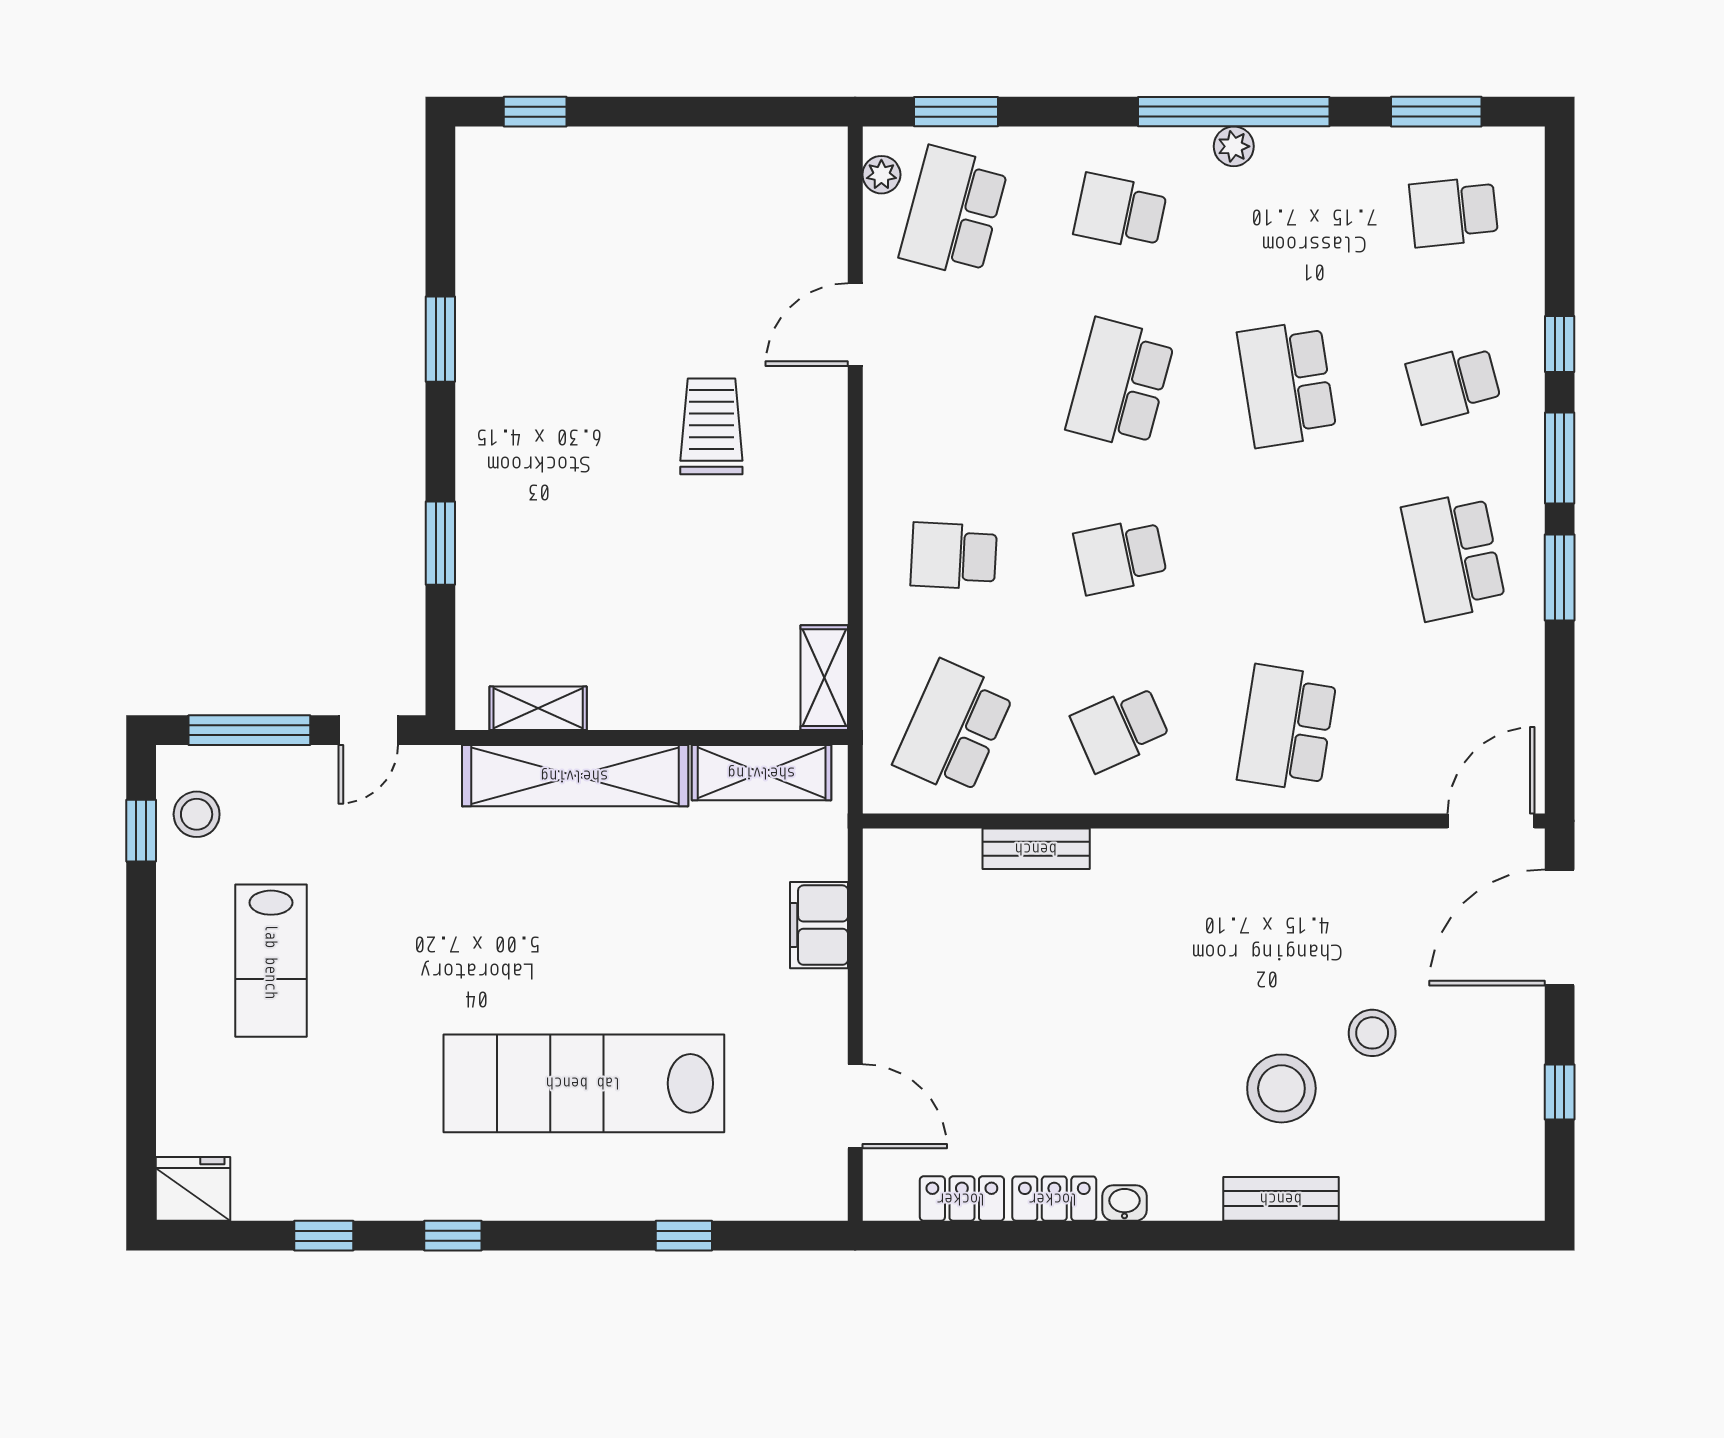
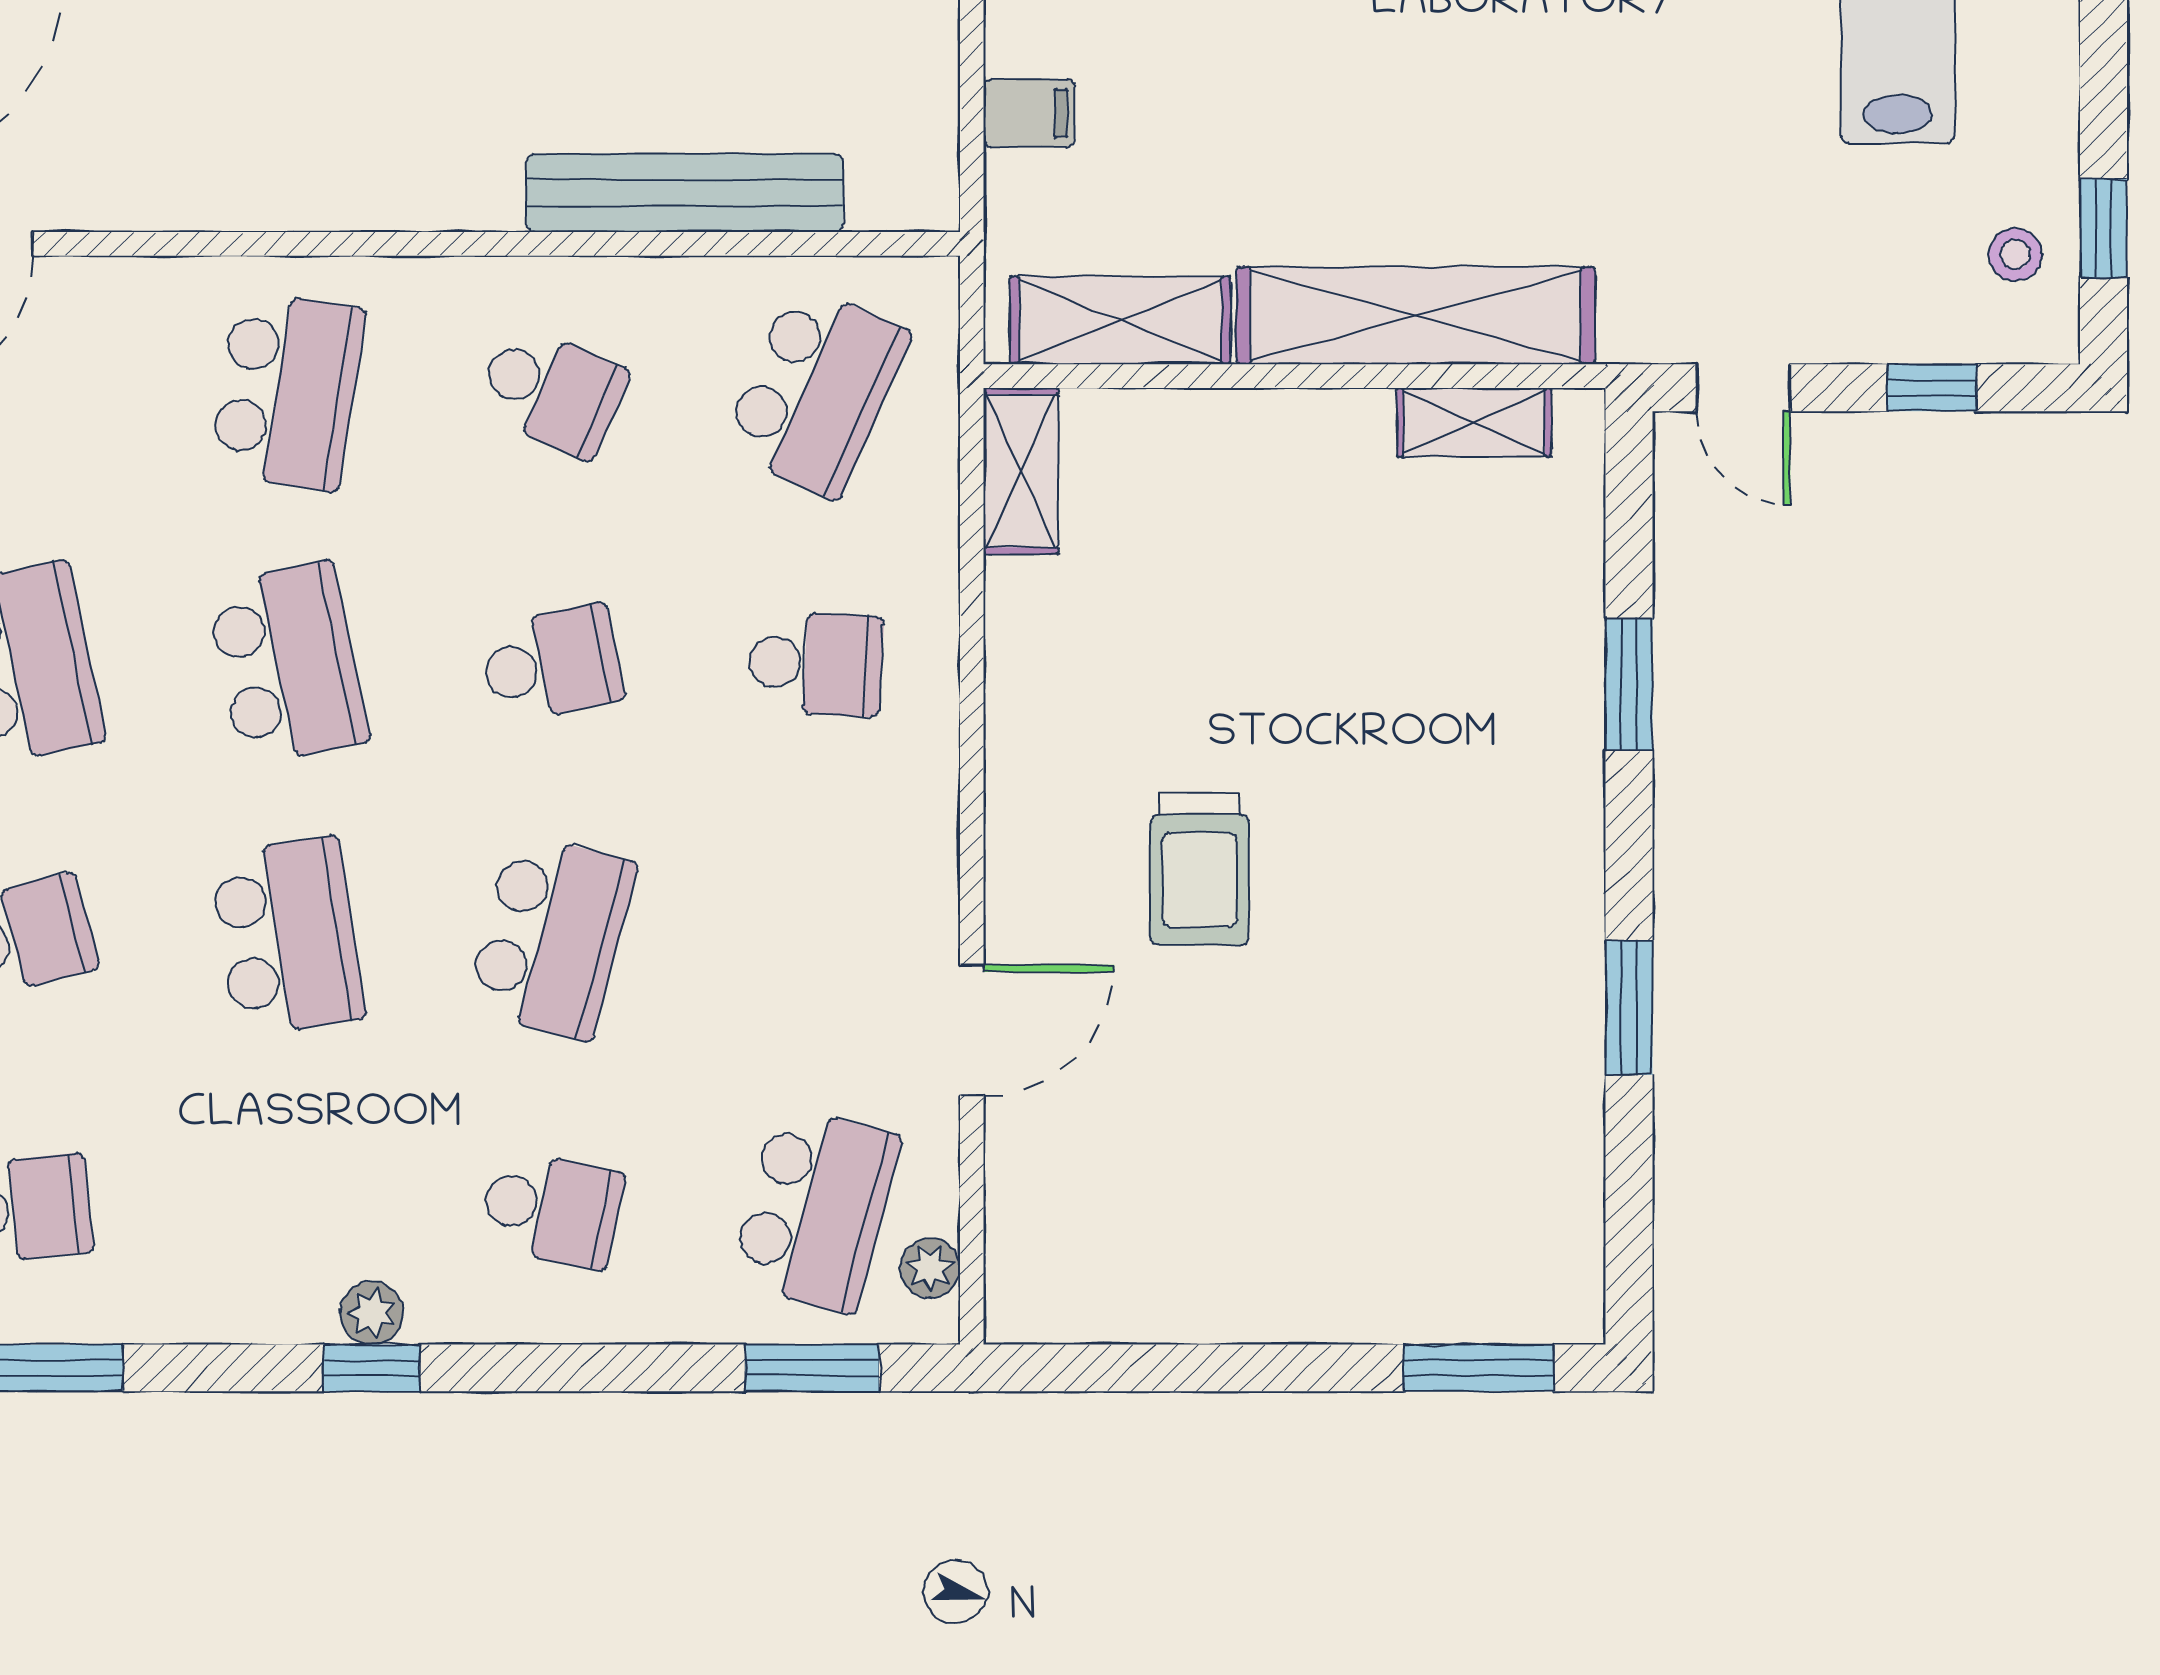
window: (535, 112) -> (1479, 1368), width x1.50
window: (1234, 112) -> (372, 1368), width x0.32
school desk: (1287, 556) -> (287, 664), added
school desk: (1120, 728) -> (551, 391), turned 48
window: (249, 730) -> (1932, 388), width x0.46
door: (368, 730) -> (1743, 388), swing flipped
stool: (197, 814) -> (2015, 254), width x0.73, depth x0.73
bench: (1036, 849) -> (685, 193), width x1.86, depth x1.21
filing cabinet: (819, 925) -> (1029, 113), width x0.50

